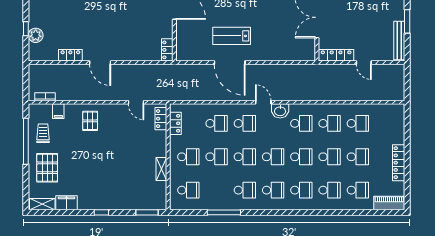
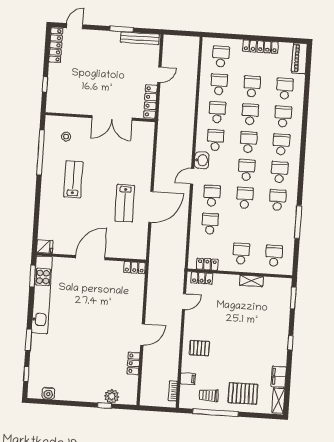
school desk: (217, 157) -> (221, 57), moved

